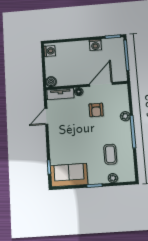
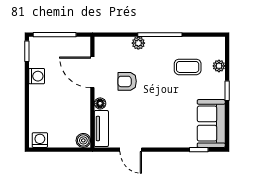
armchair: (96, 110) -> (127, 81), turned 180

